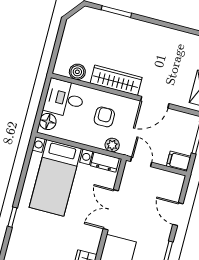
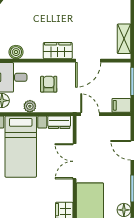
wardrobe: (116, 80) -> (58, 51), width x0.67
plant: (112, 145) -> (30, 106), moved

